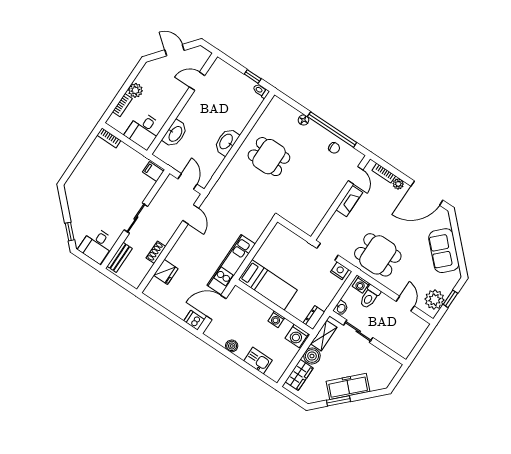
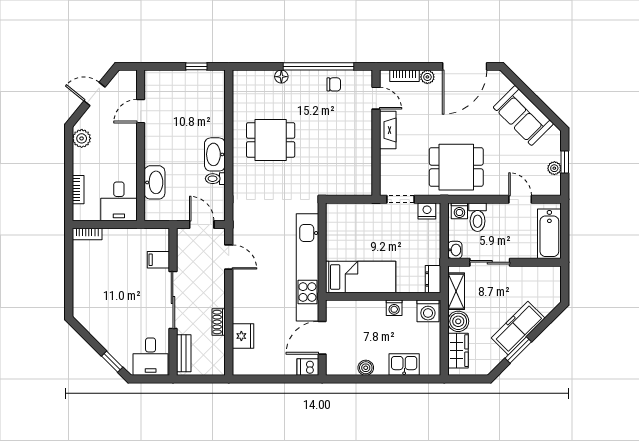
plant: (135, 90) -> (82, 138), moved
toilet: (261, 91) -> (215, 179), moved
filing cabinet: (153, 172) -> (158, 260), moved
sliding door: (136, 218) -> (173, 300), width x1.37
kitchen unit: (231, 265) -> (307, 267), width x1.36
plant: (435, 300) -> (554, 168), width x0.53, depth x0.53
bathtub: (409, 339) -> (549, 234), added

